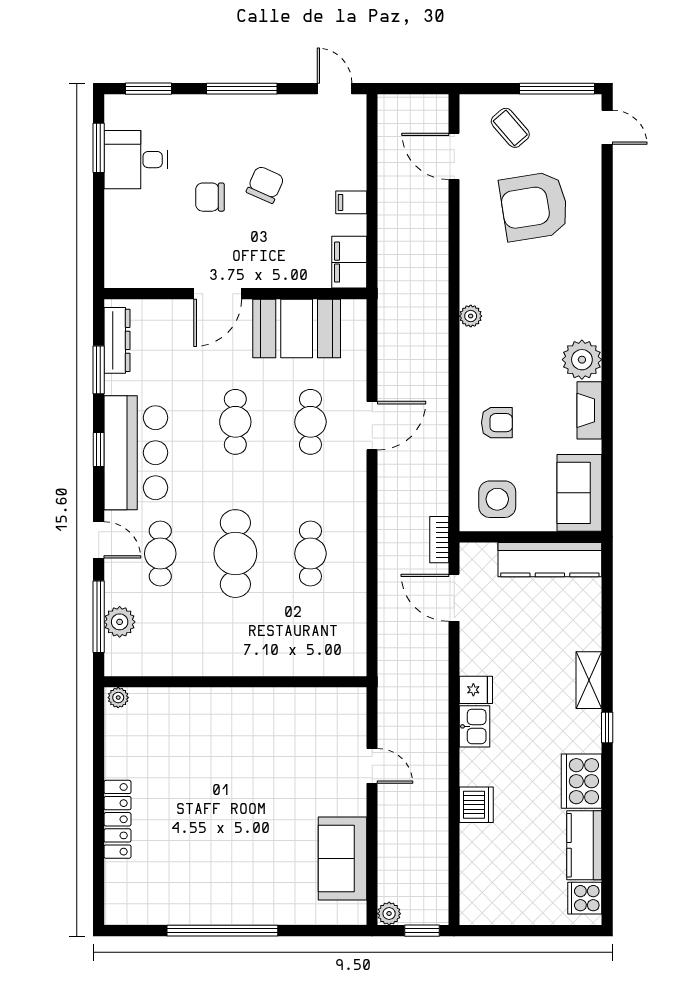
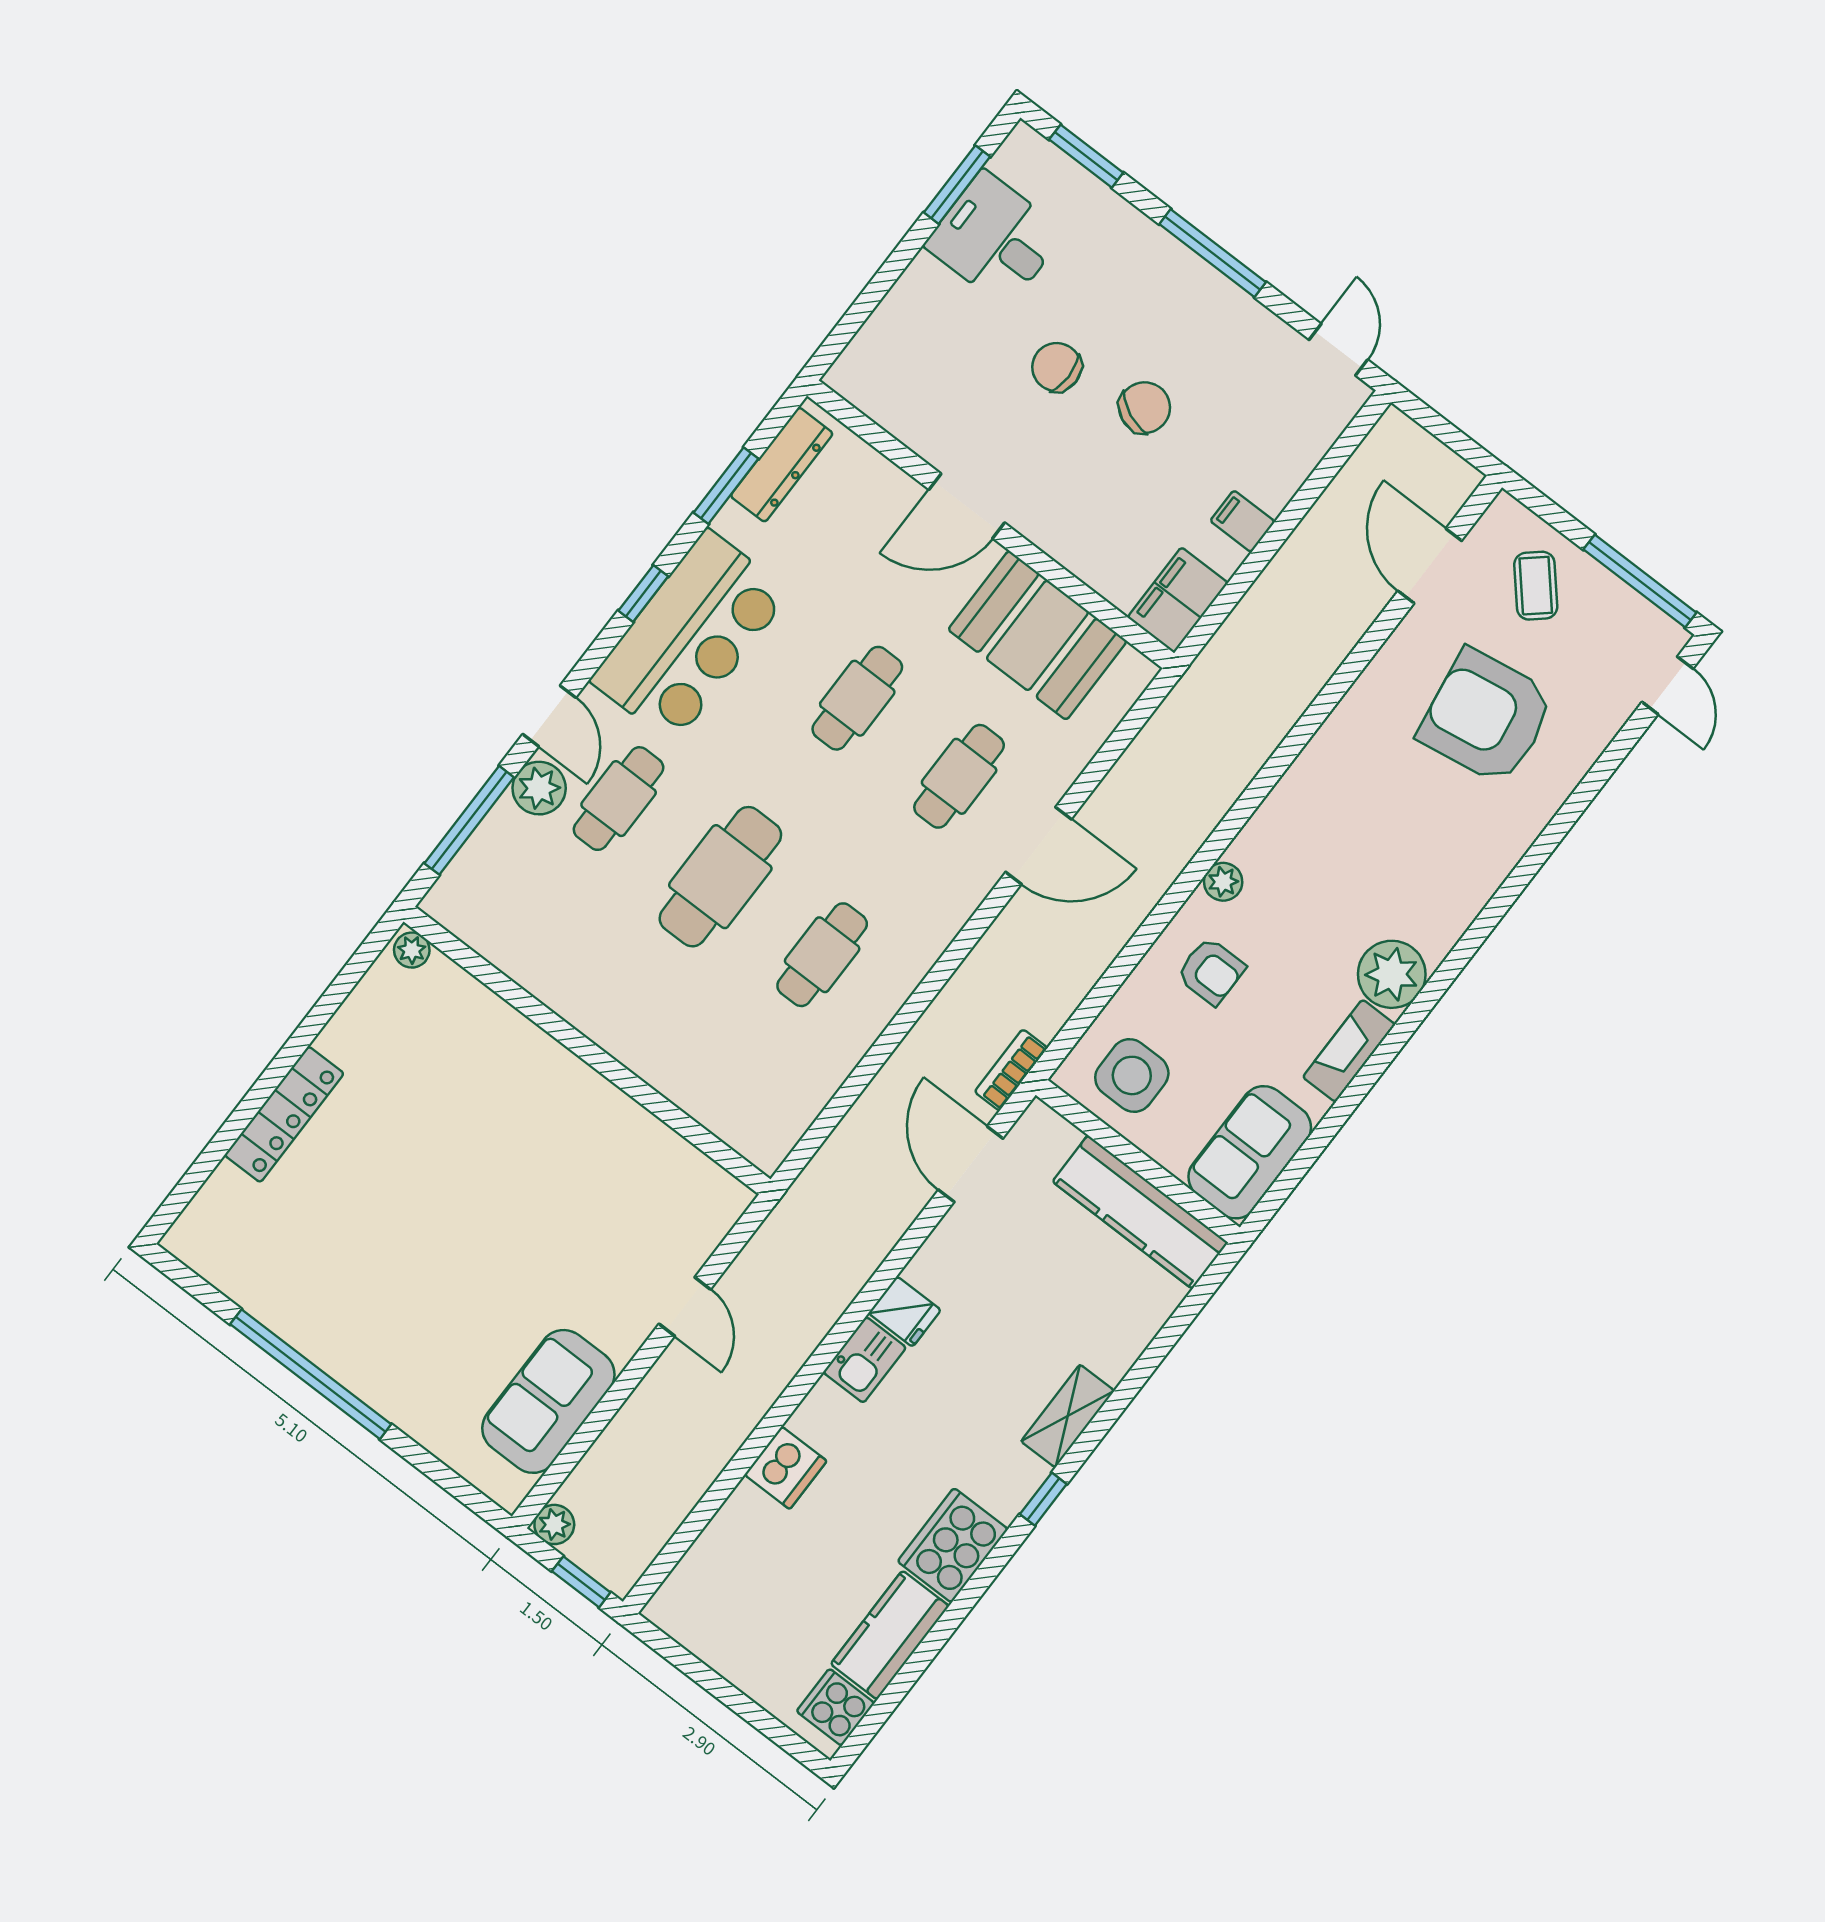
plant: (471, 316) -> (1223, 882), moved
plant: (120, 622) -> (539, 788), moved

